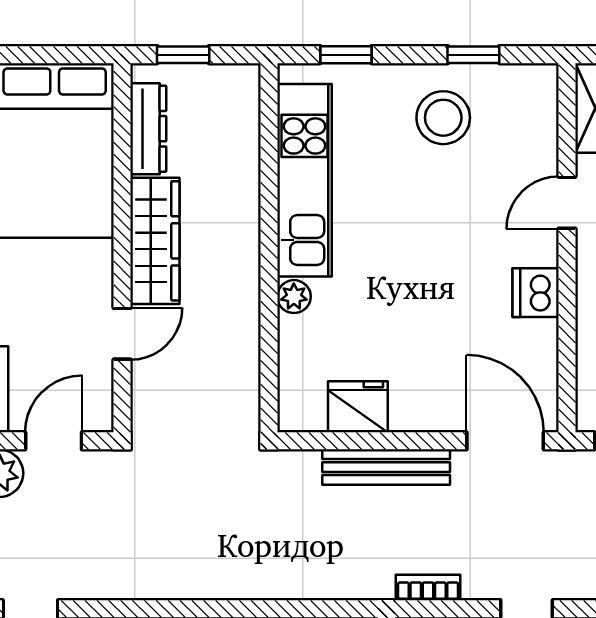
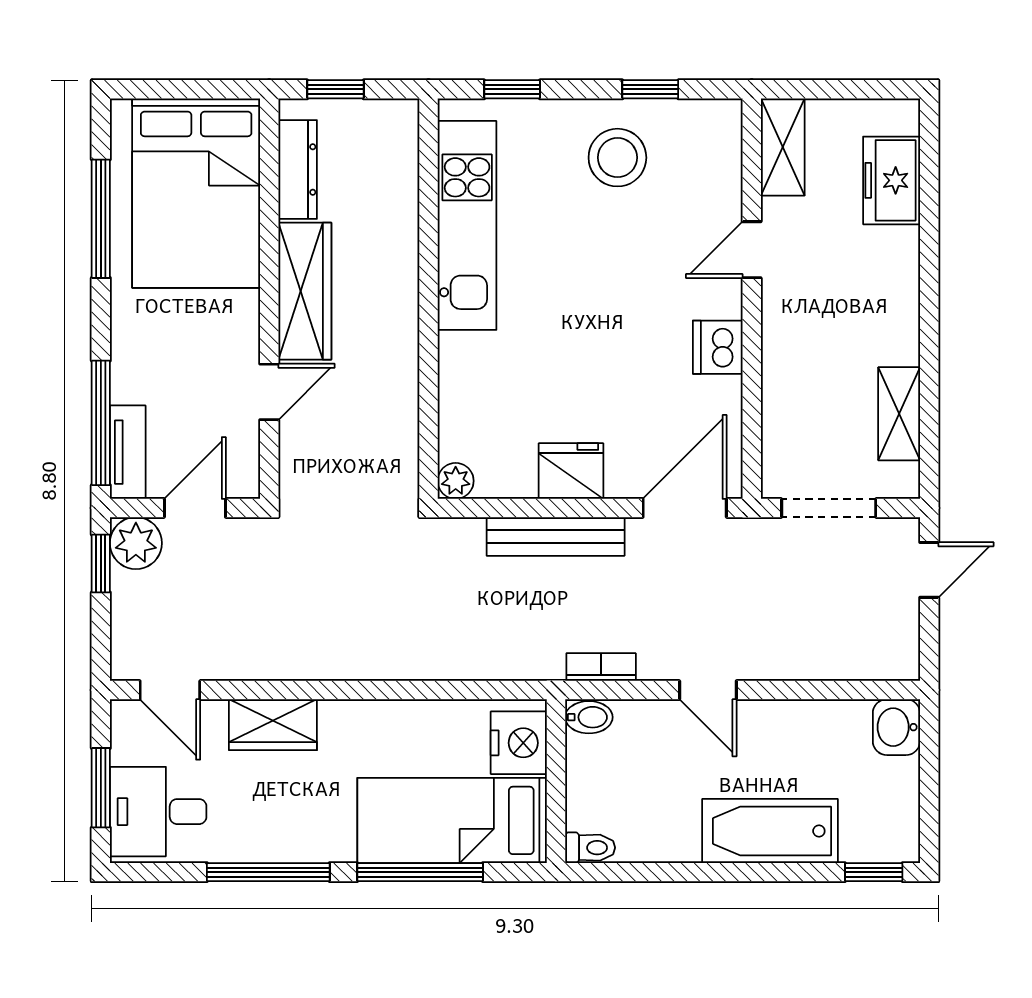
plant: (294, 297) -> (456, 481), moved
fridge: (358, 407) -> (571, 471), moved
door: (505, 441) -> (685, 508), hinge flipped

